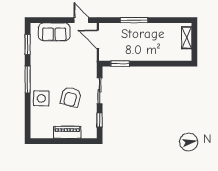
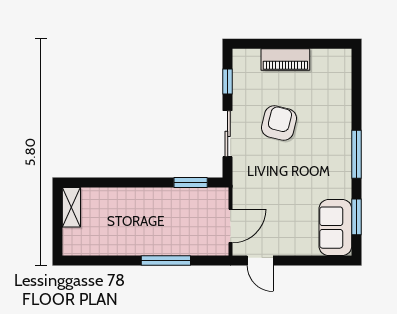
sofa: (54, 32) -> (335, 228), moved, turned -90
shelving: (187, 38) -> (71, 207), moved
door: (98, 39) -> (231, 226), hinge flipped
side table: (41, 98) -> (332, 120), removed

